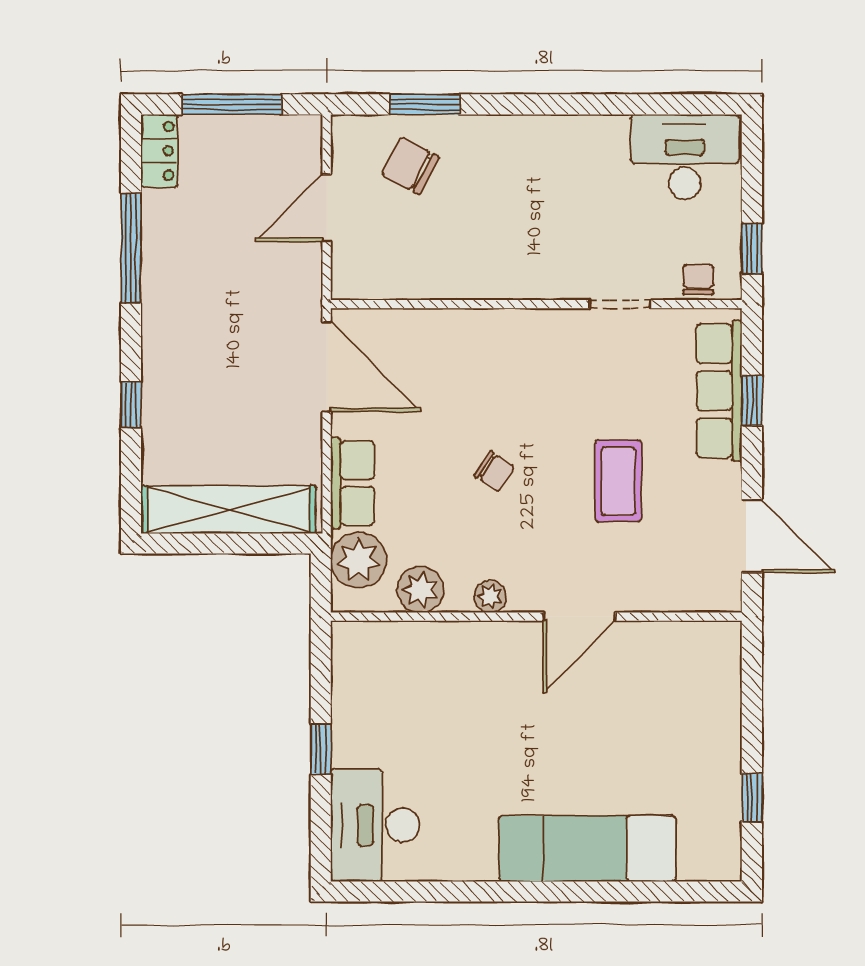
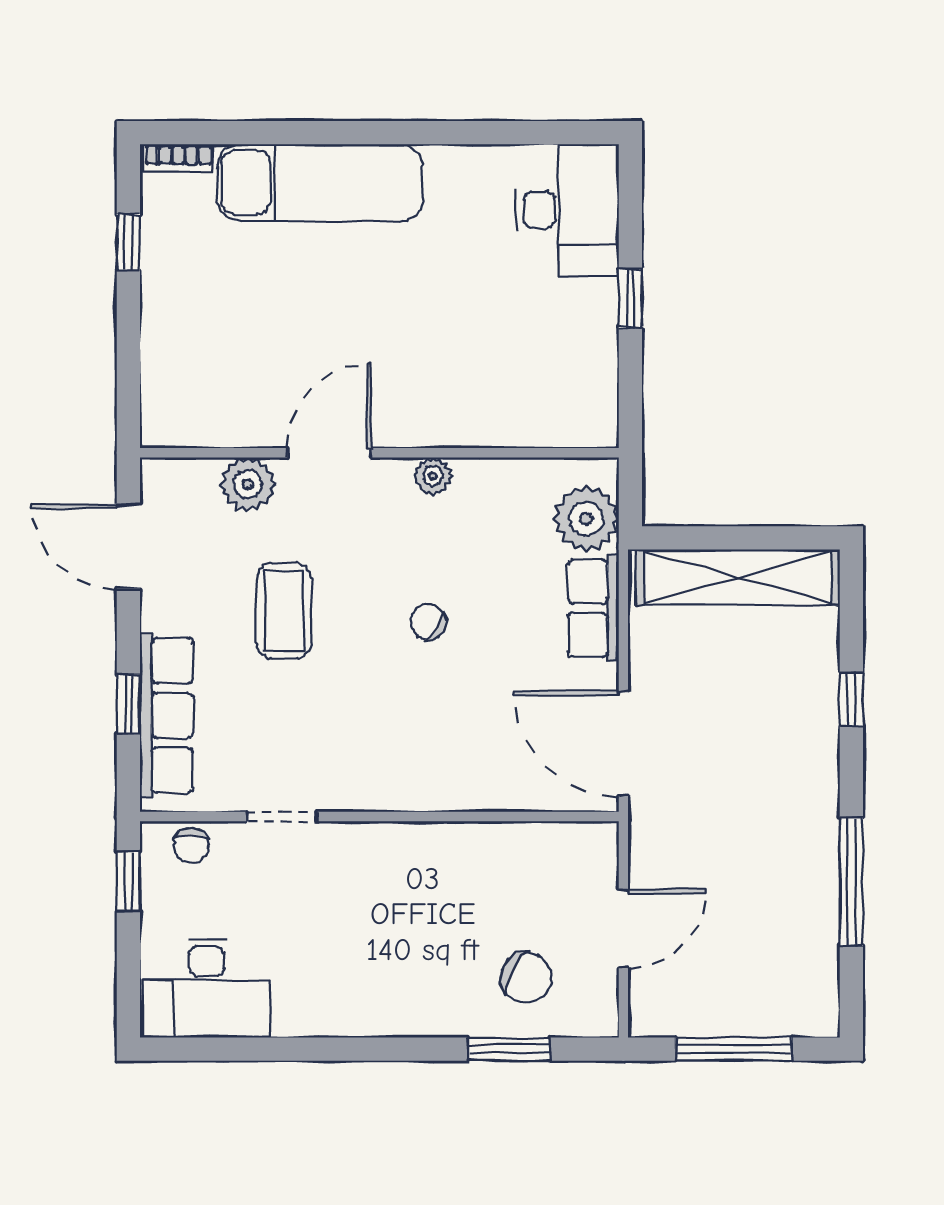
locker: (159, 151) -> (818, 995), removed
plant: (420, 590) -> (248, 484), moved
bookcase: (709, 870) -> (178, 158), added

